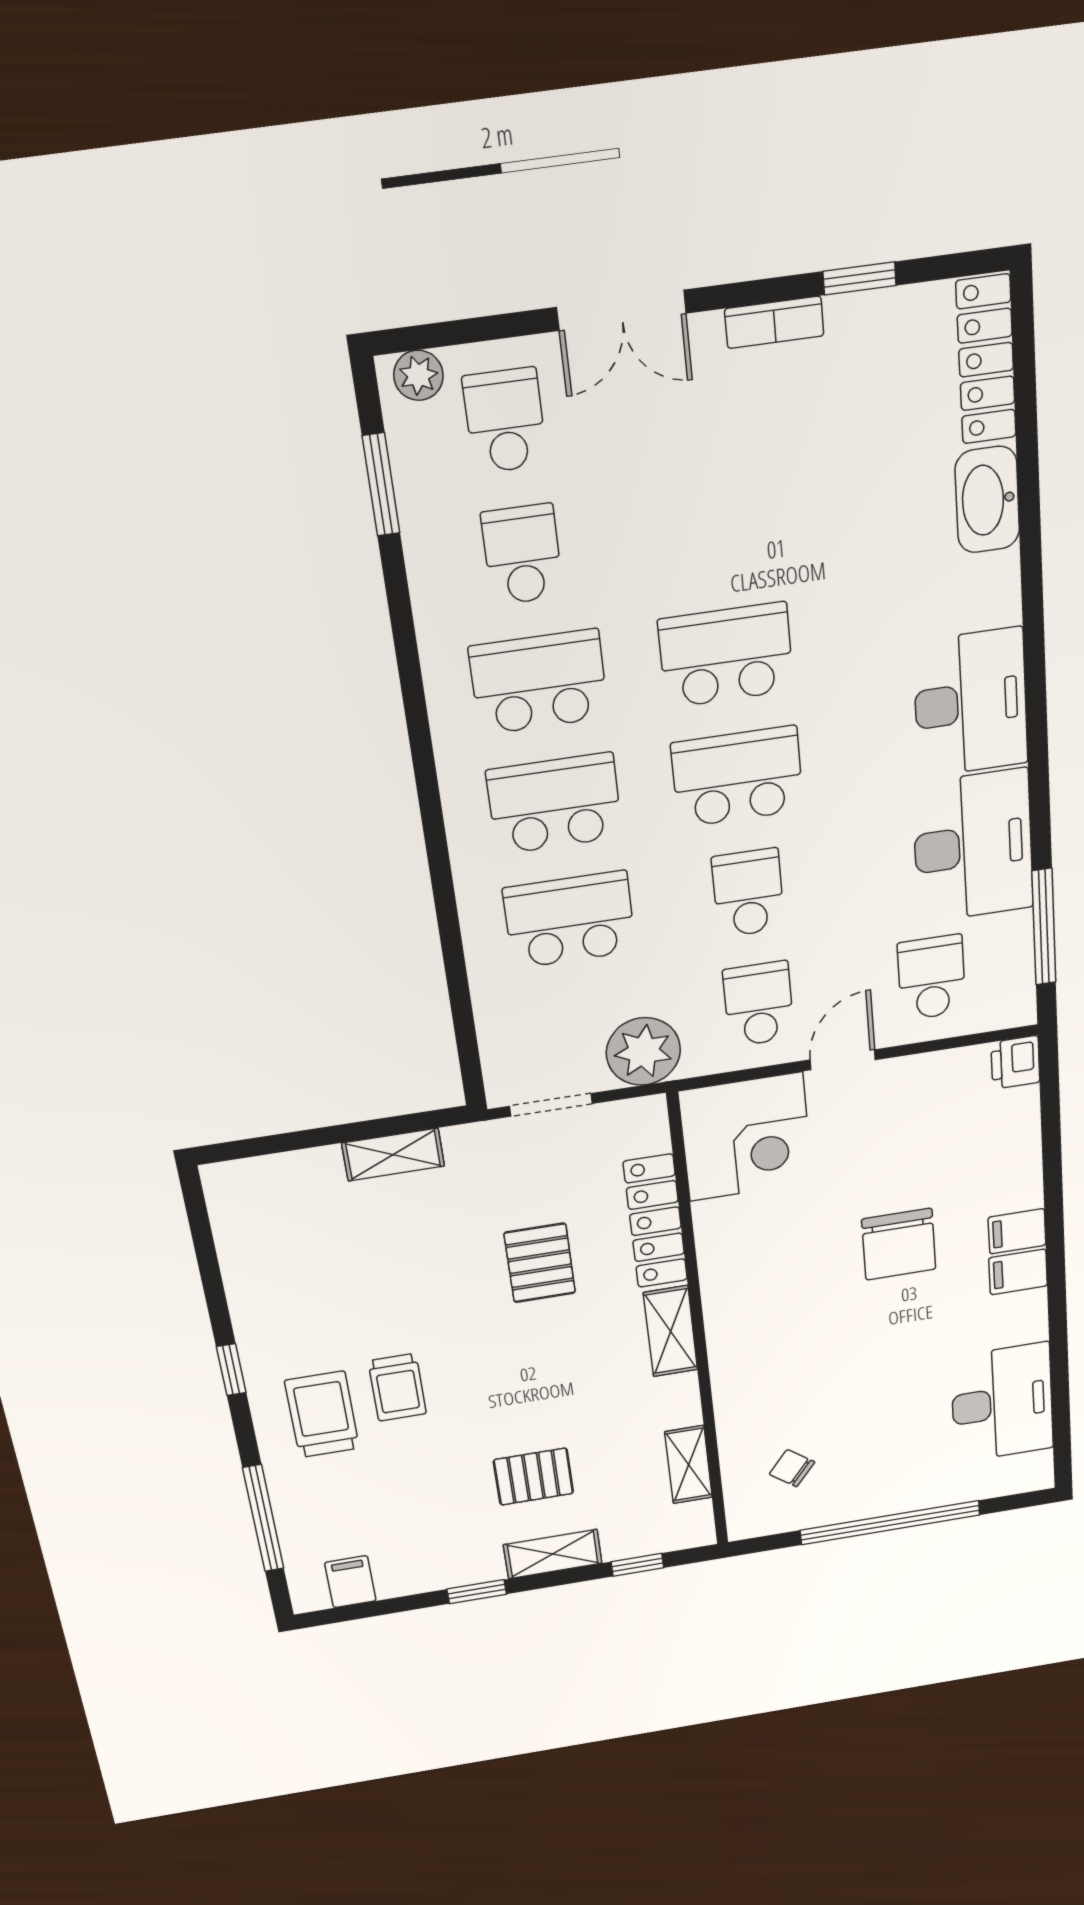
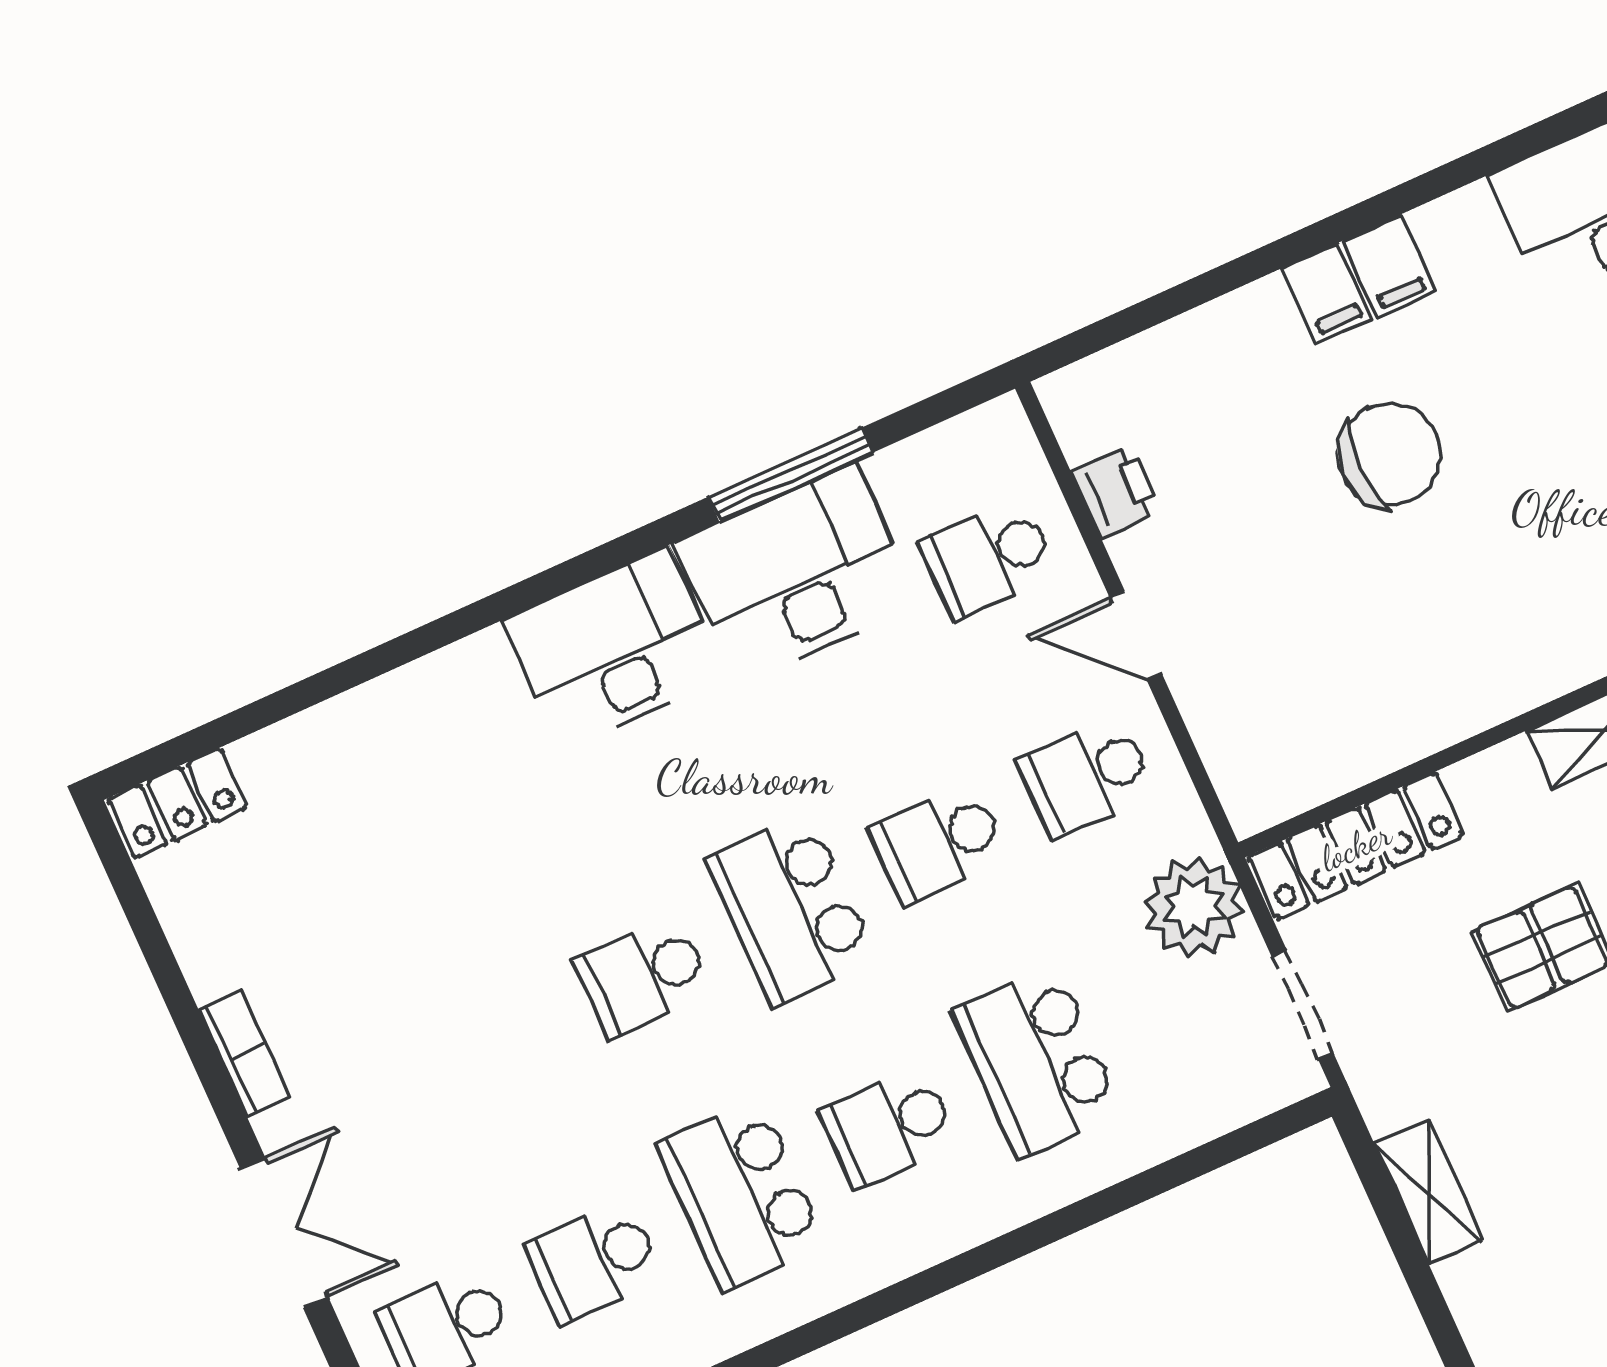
window: (860, 278) -> (166, 972), removed
locker: (986, 360) -> (177, 803), width x0.66
washbasin: (987, 500) -> (366, 725), removed
school desk: (726, 655) -> (643, 977), width x0.54
school desk: (555, 804) -> (889, 1128), width x0.54
window: (1044, 927) -> (791, 475), moved
printer: (1015, 1062) -> (1116, 491), moved, turned -90
corner desk: (746, 1137) -> (1282, 727), removed
locker: (655, 1221) -> (1356, 846), moved

